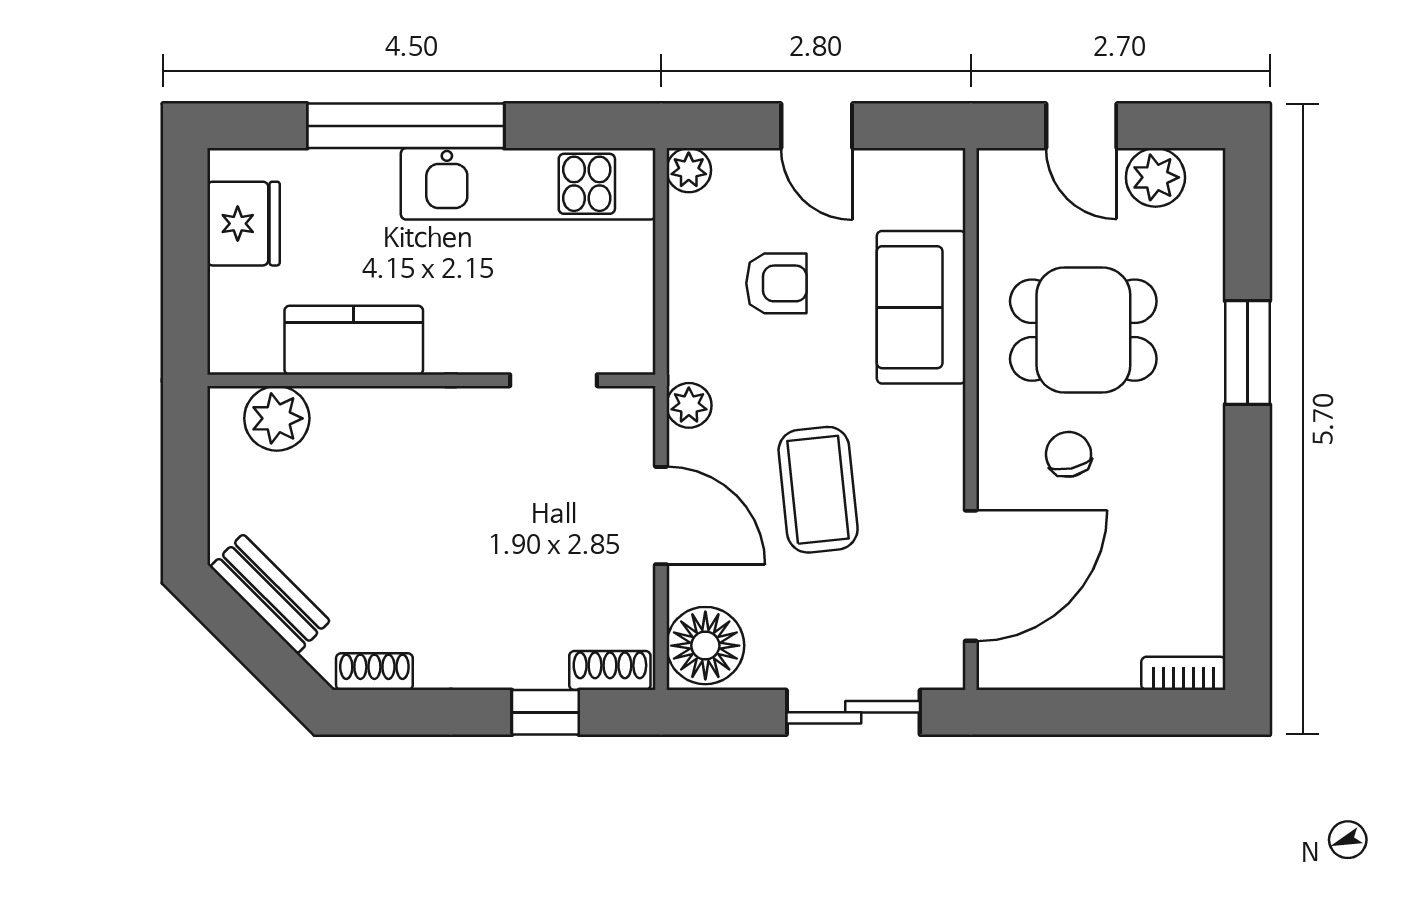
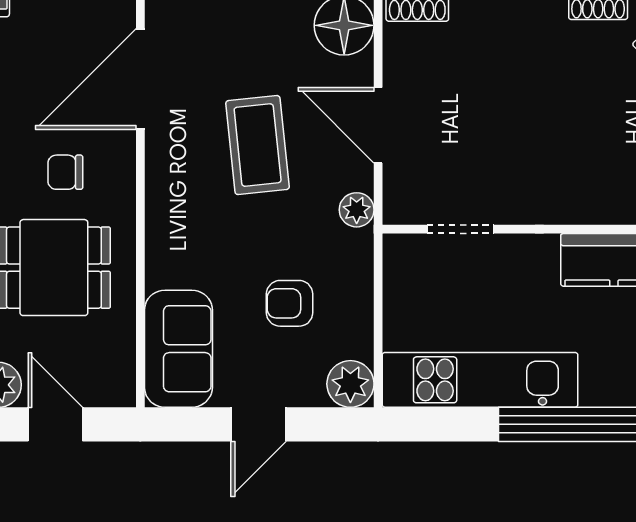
door: (817, 126) -> (259, 424), swing flipped
plant: (689, 170) -> (350, 384), width x1.38, depth x1.38
sofa: (921, 307) -> (178, 349), moved
chair: (1069, 454) -> (65, 172), turned 102

